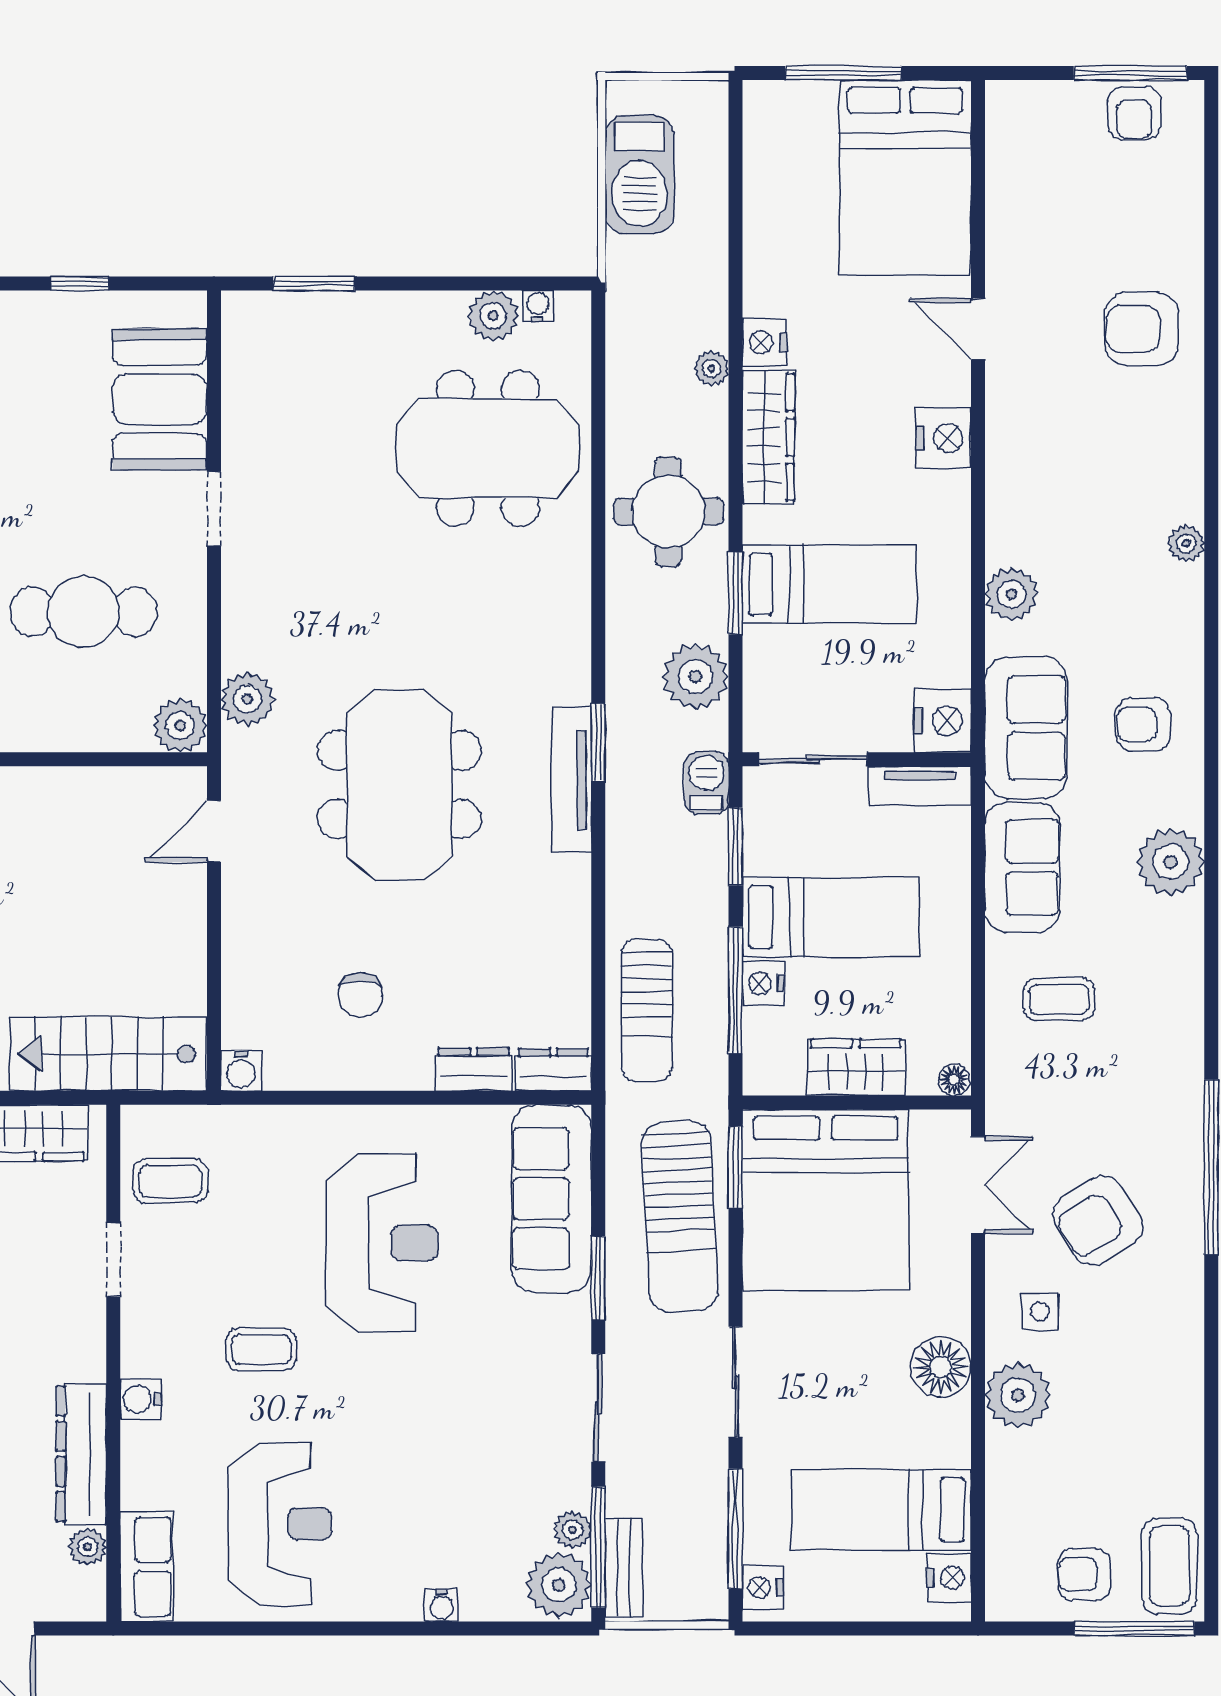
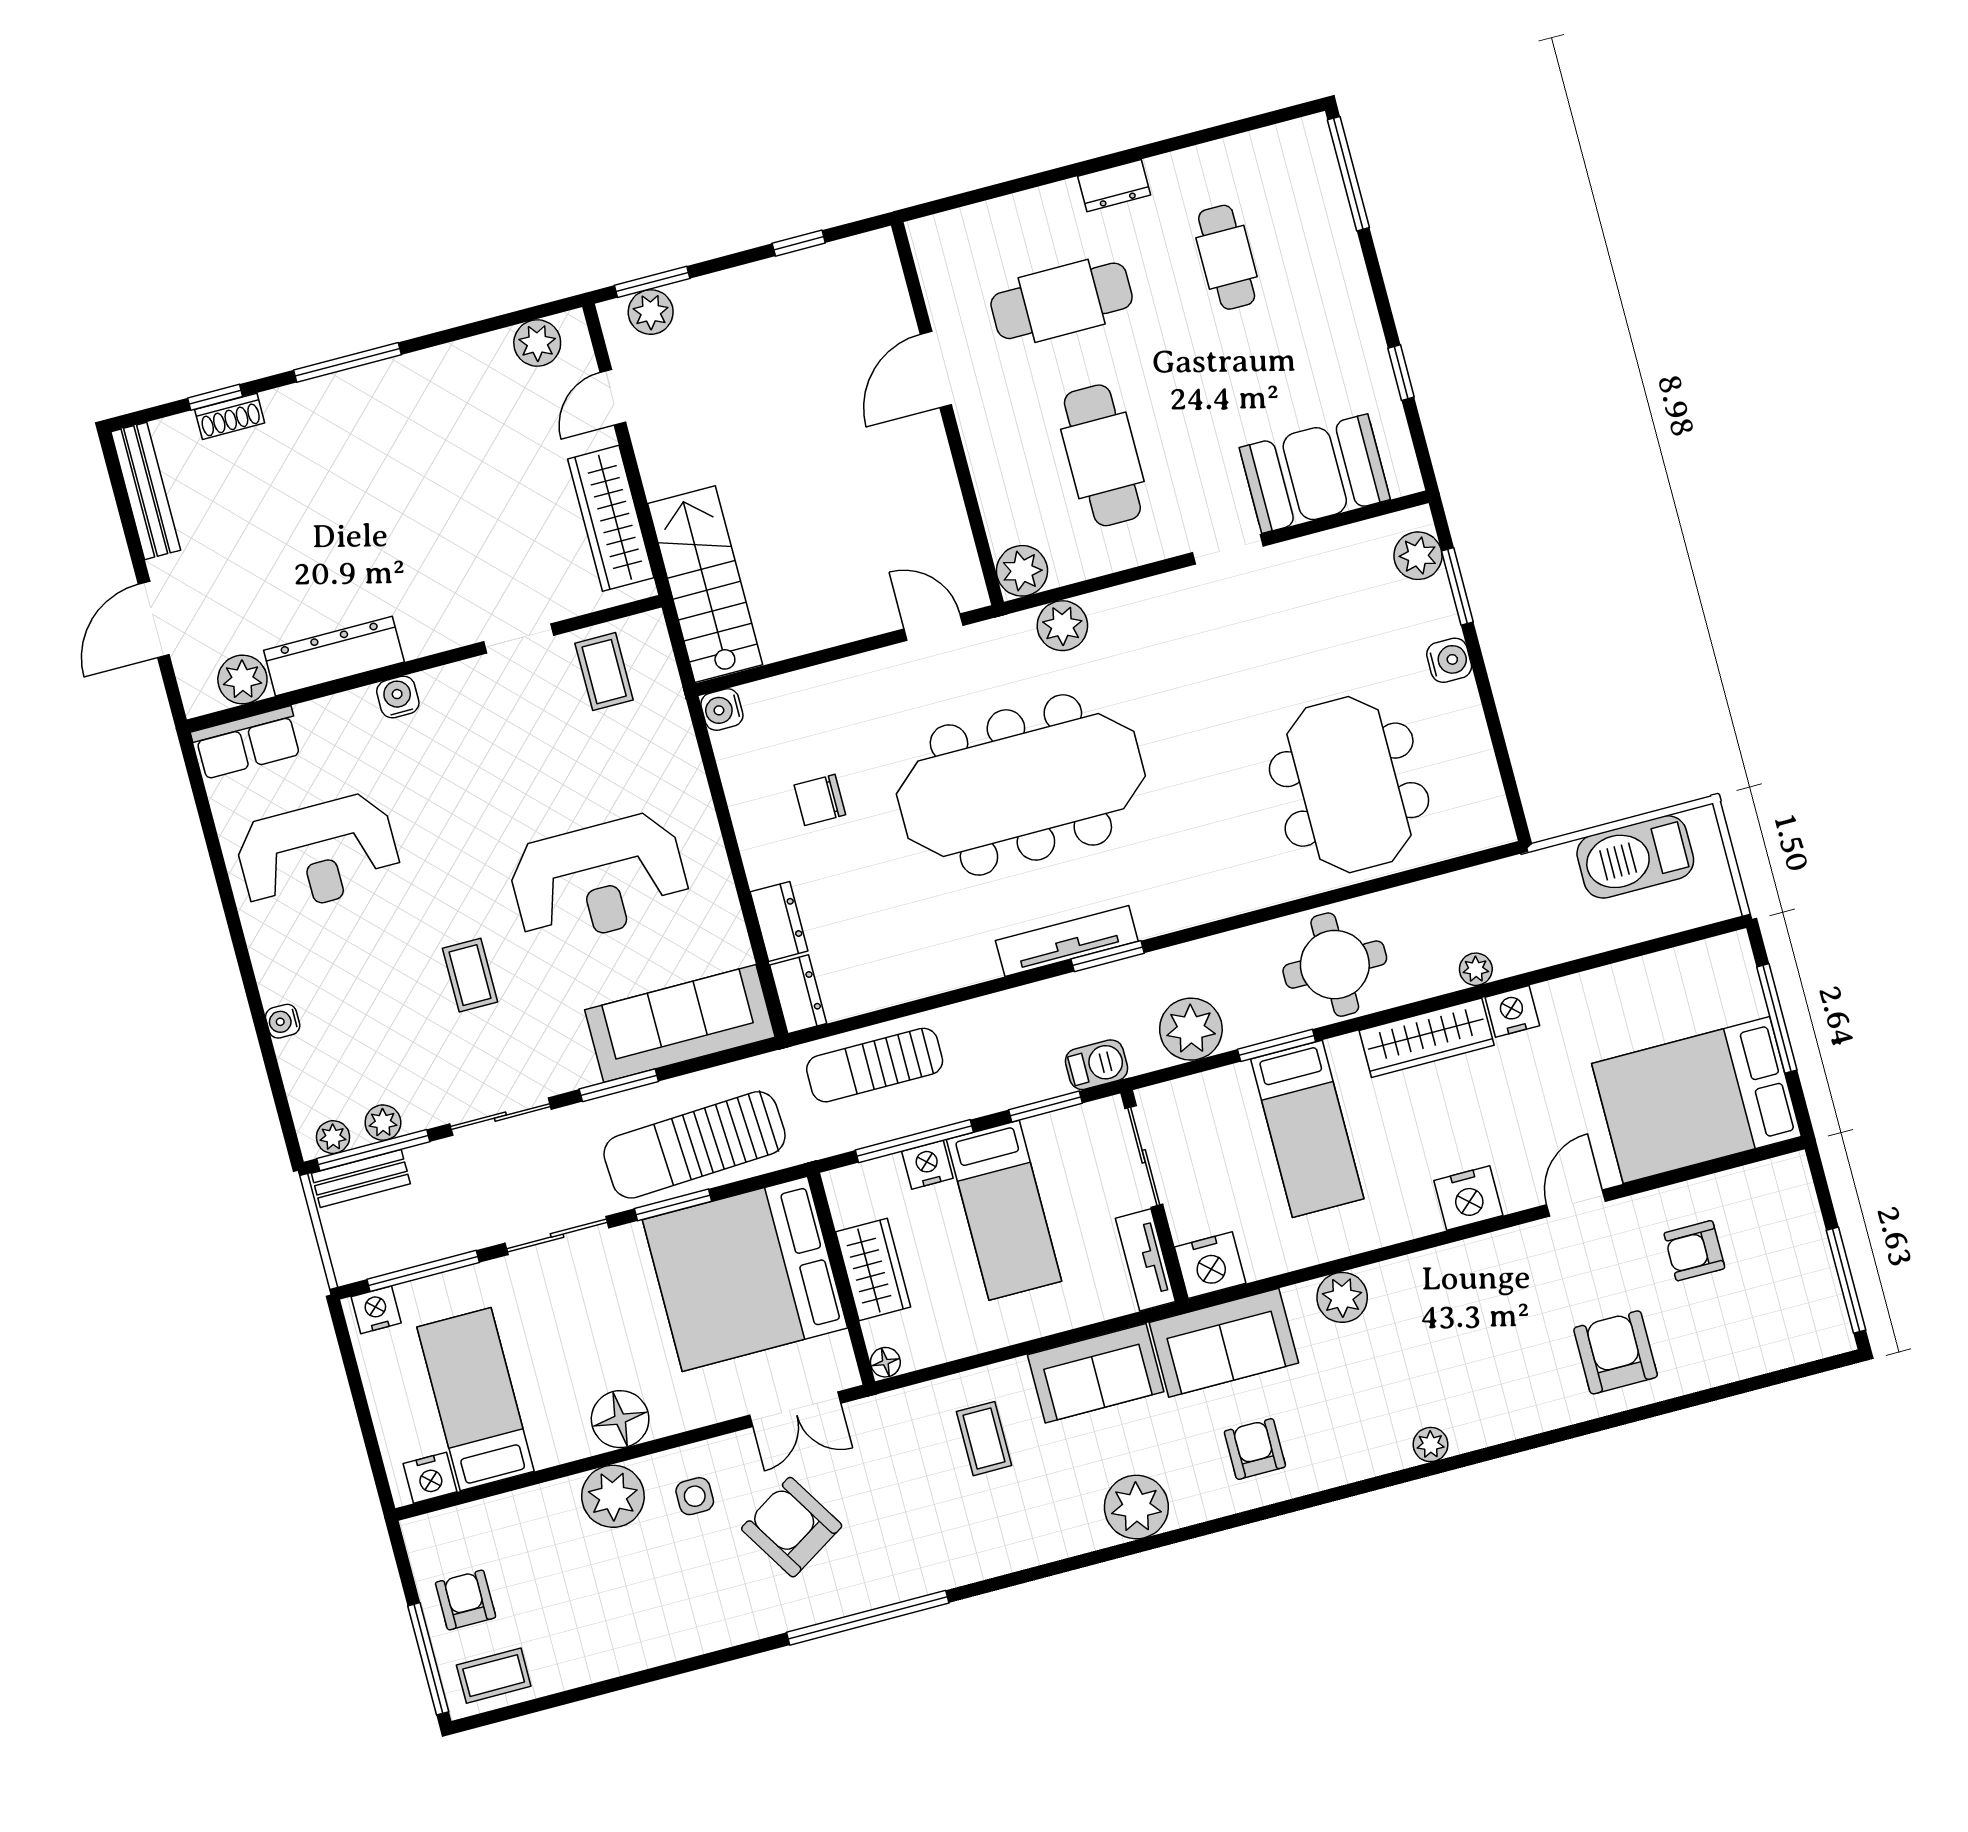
armchair: (1134, 113) -> (1694, 1251), moved
water cooler: (538, 306) -> (1449, 660), moved, width x1.38, depth x1.38
plant: (493, 316) -> (1418, 556), moved
meeting table: (399, 785) -> (1021, 785), width x1.36
window: (735, 1167) -> (673, 1205), moved
coffee table: (261, 1349) -> (470, 975), moved
plant: (88, 1547) -> (242, 680), width x1.38, depth x1.38
coffee table: (1169, 1566) -> (494, 1676), width x0.73, depth x0.77
plant: (559, 1585) -> (333, 1137), width x0.53, depth x0.53

